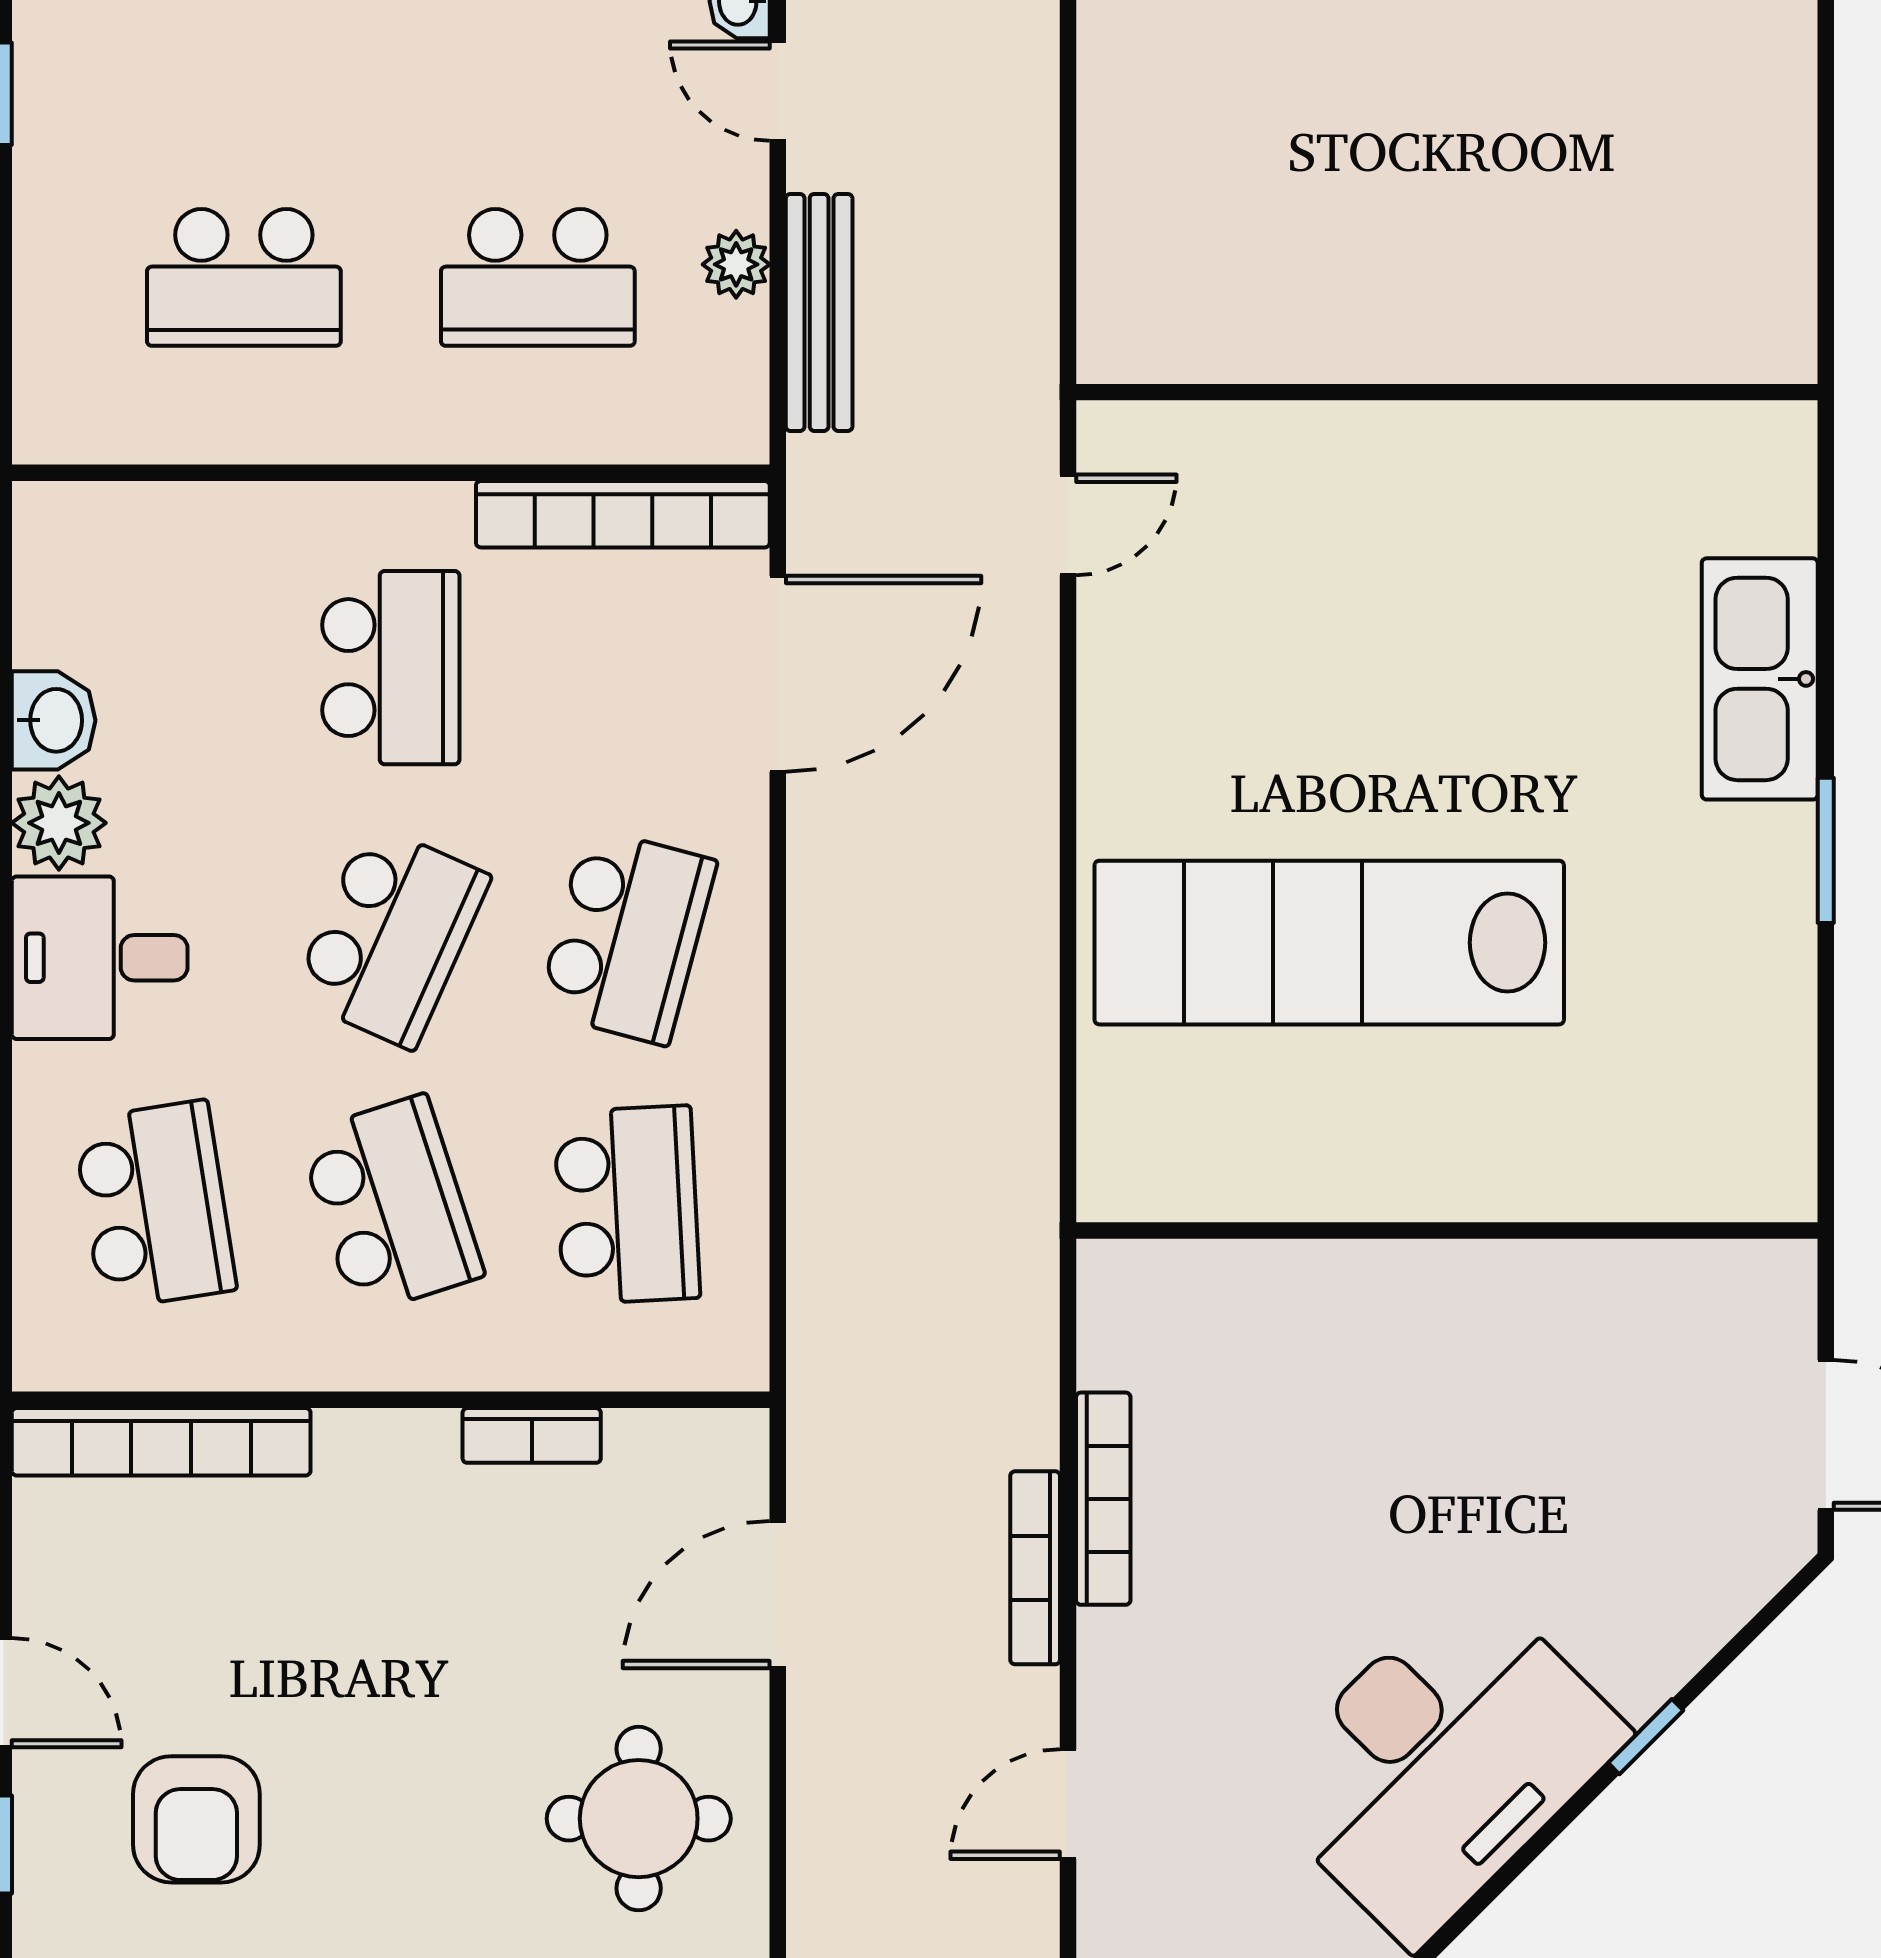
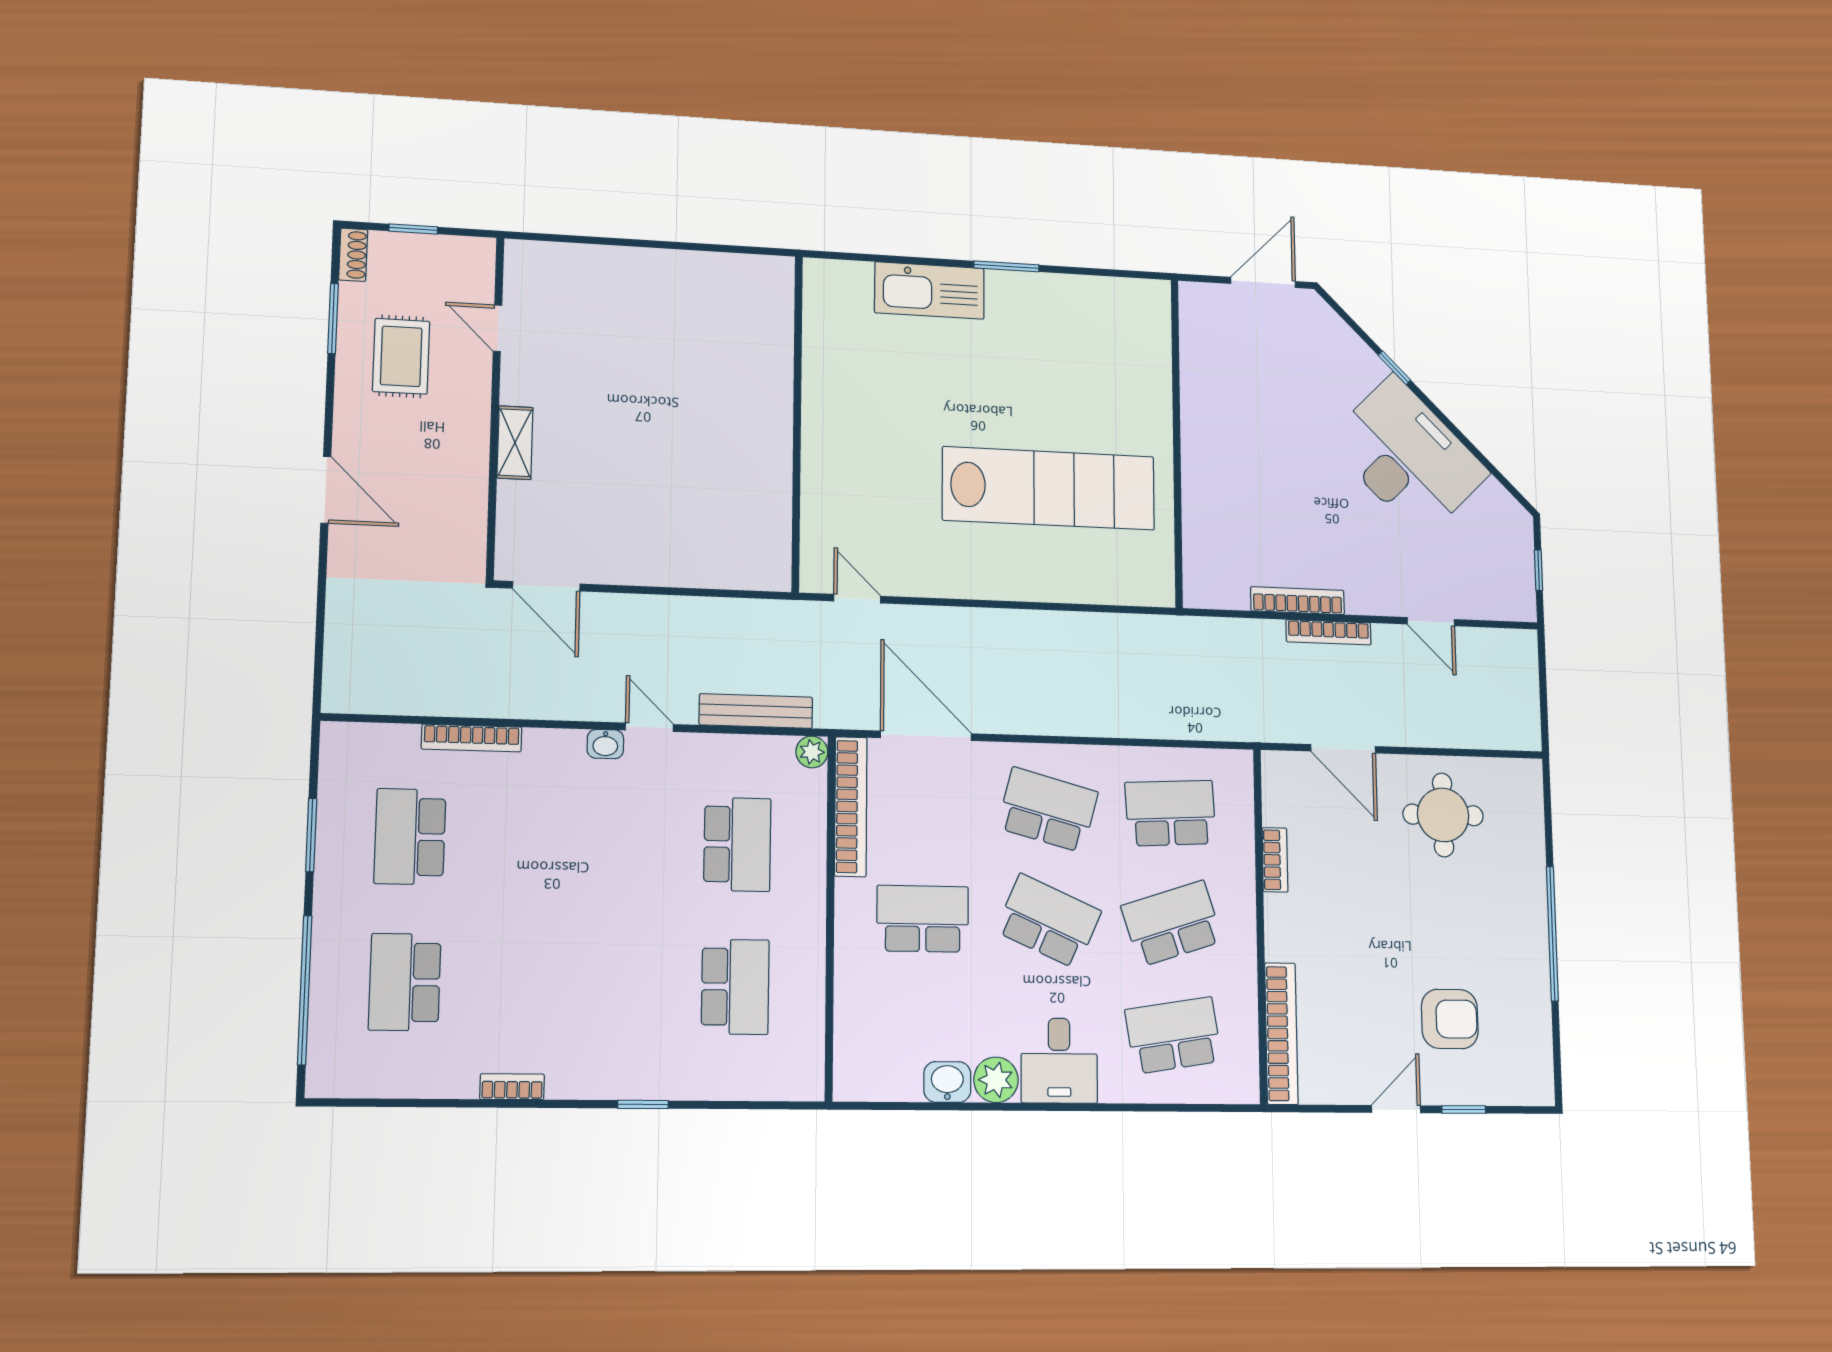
door: (778, 91) -> (649, 727), swing flipped
plant: (736, 264) -> (812, 752), moved
lab bench: (1329, 943) -> (1049, 488), turned -90

